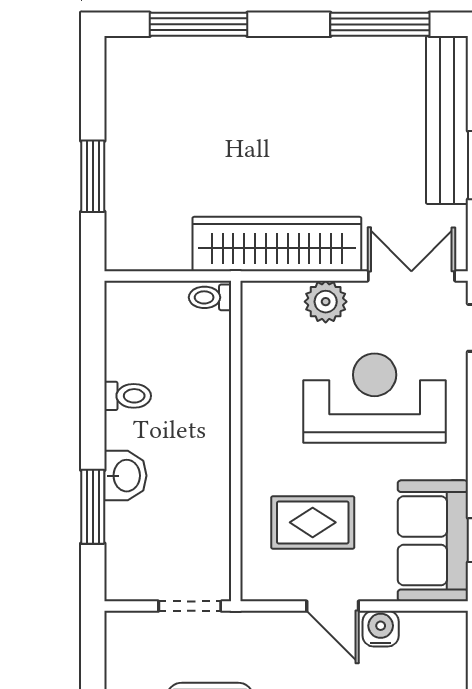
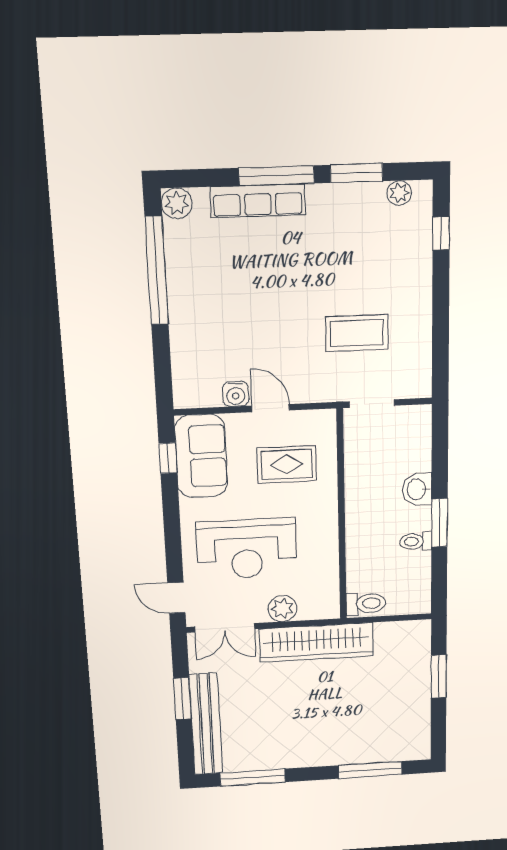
toilet: (210, 297) -> (366, 603), width x1.37, depth x1.39
window: (93, 507) -> (439, 523), moved

